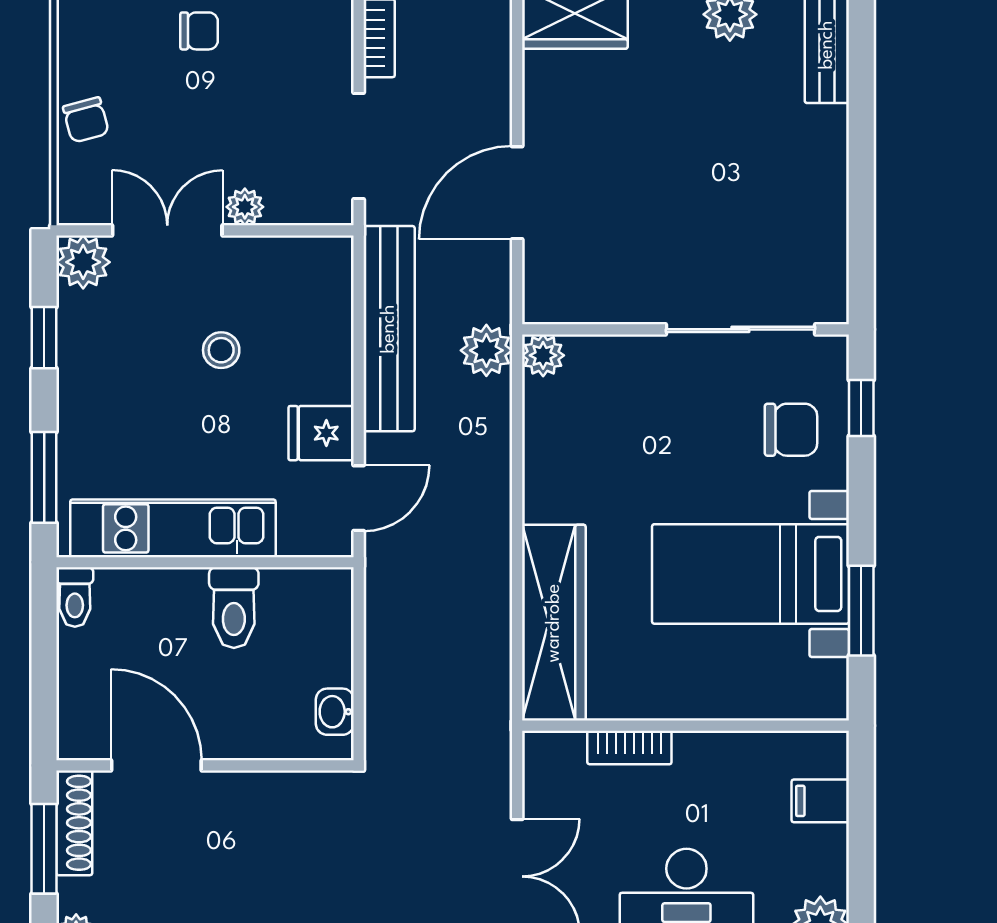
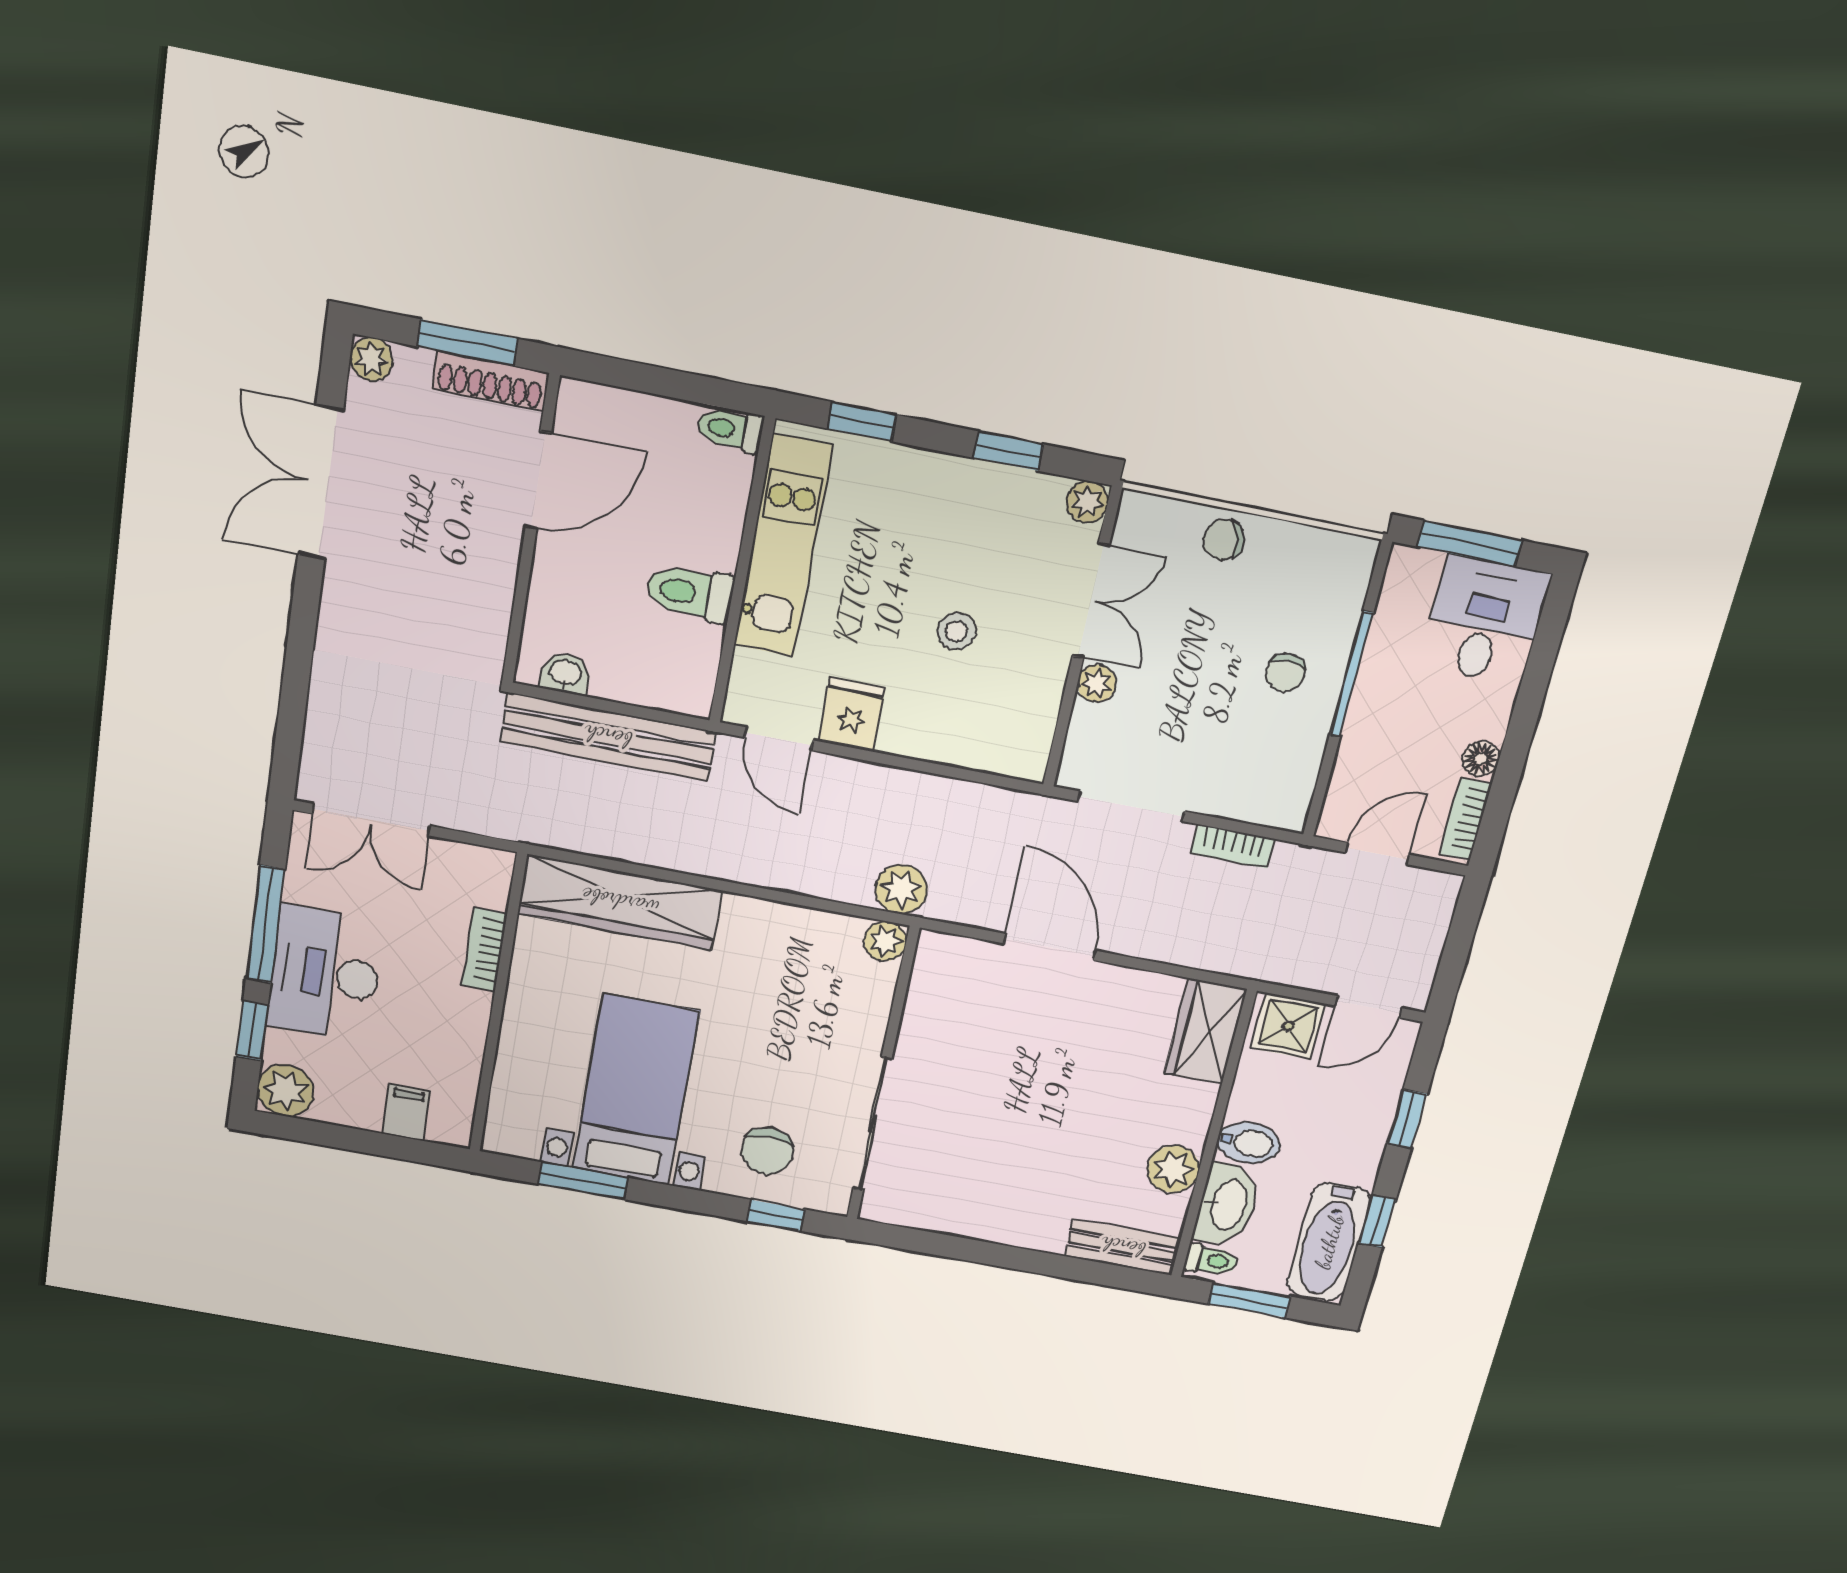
plant: (83, 262) -> (1087, 502), width x0.73, depth x0.73
bench: (389, 329) -> (608, 737), moved
window: (44, 477) -> (862, 422), width x0.67

